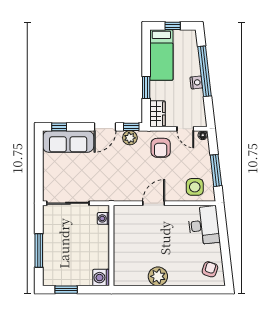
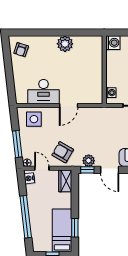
nightstand: (196, 82) -> (29, 178), moved
window: (146, 88) -> (75, 228), moved
door: (105, 127) -> (110, 170), swing flipped
armchair: (161, 148) -> (63, 152), turned -60
window: (216, 170) -> (17, 144), moved
desk: (204, 225) -> (44, 92), moved, turned -83

